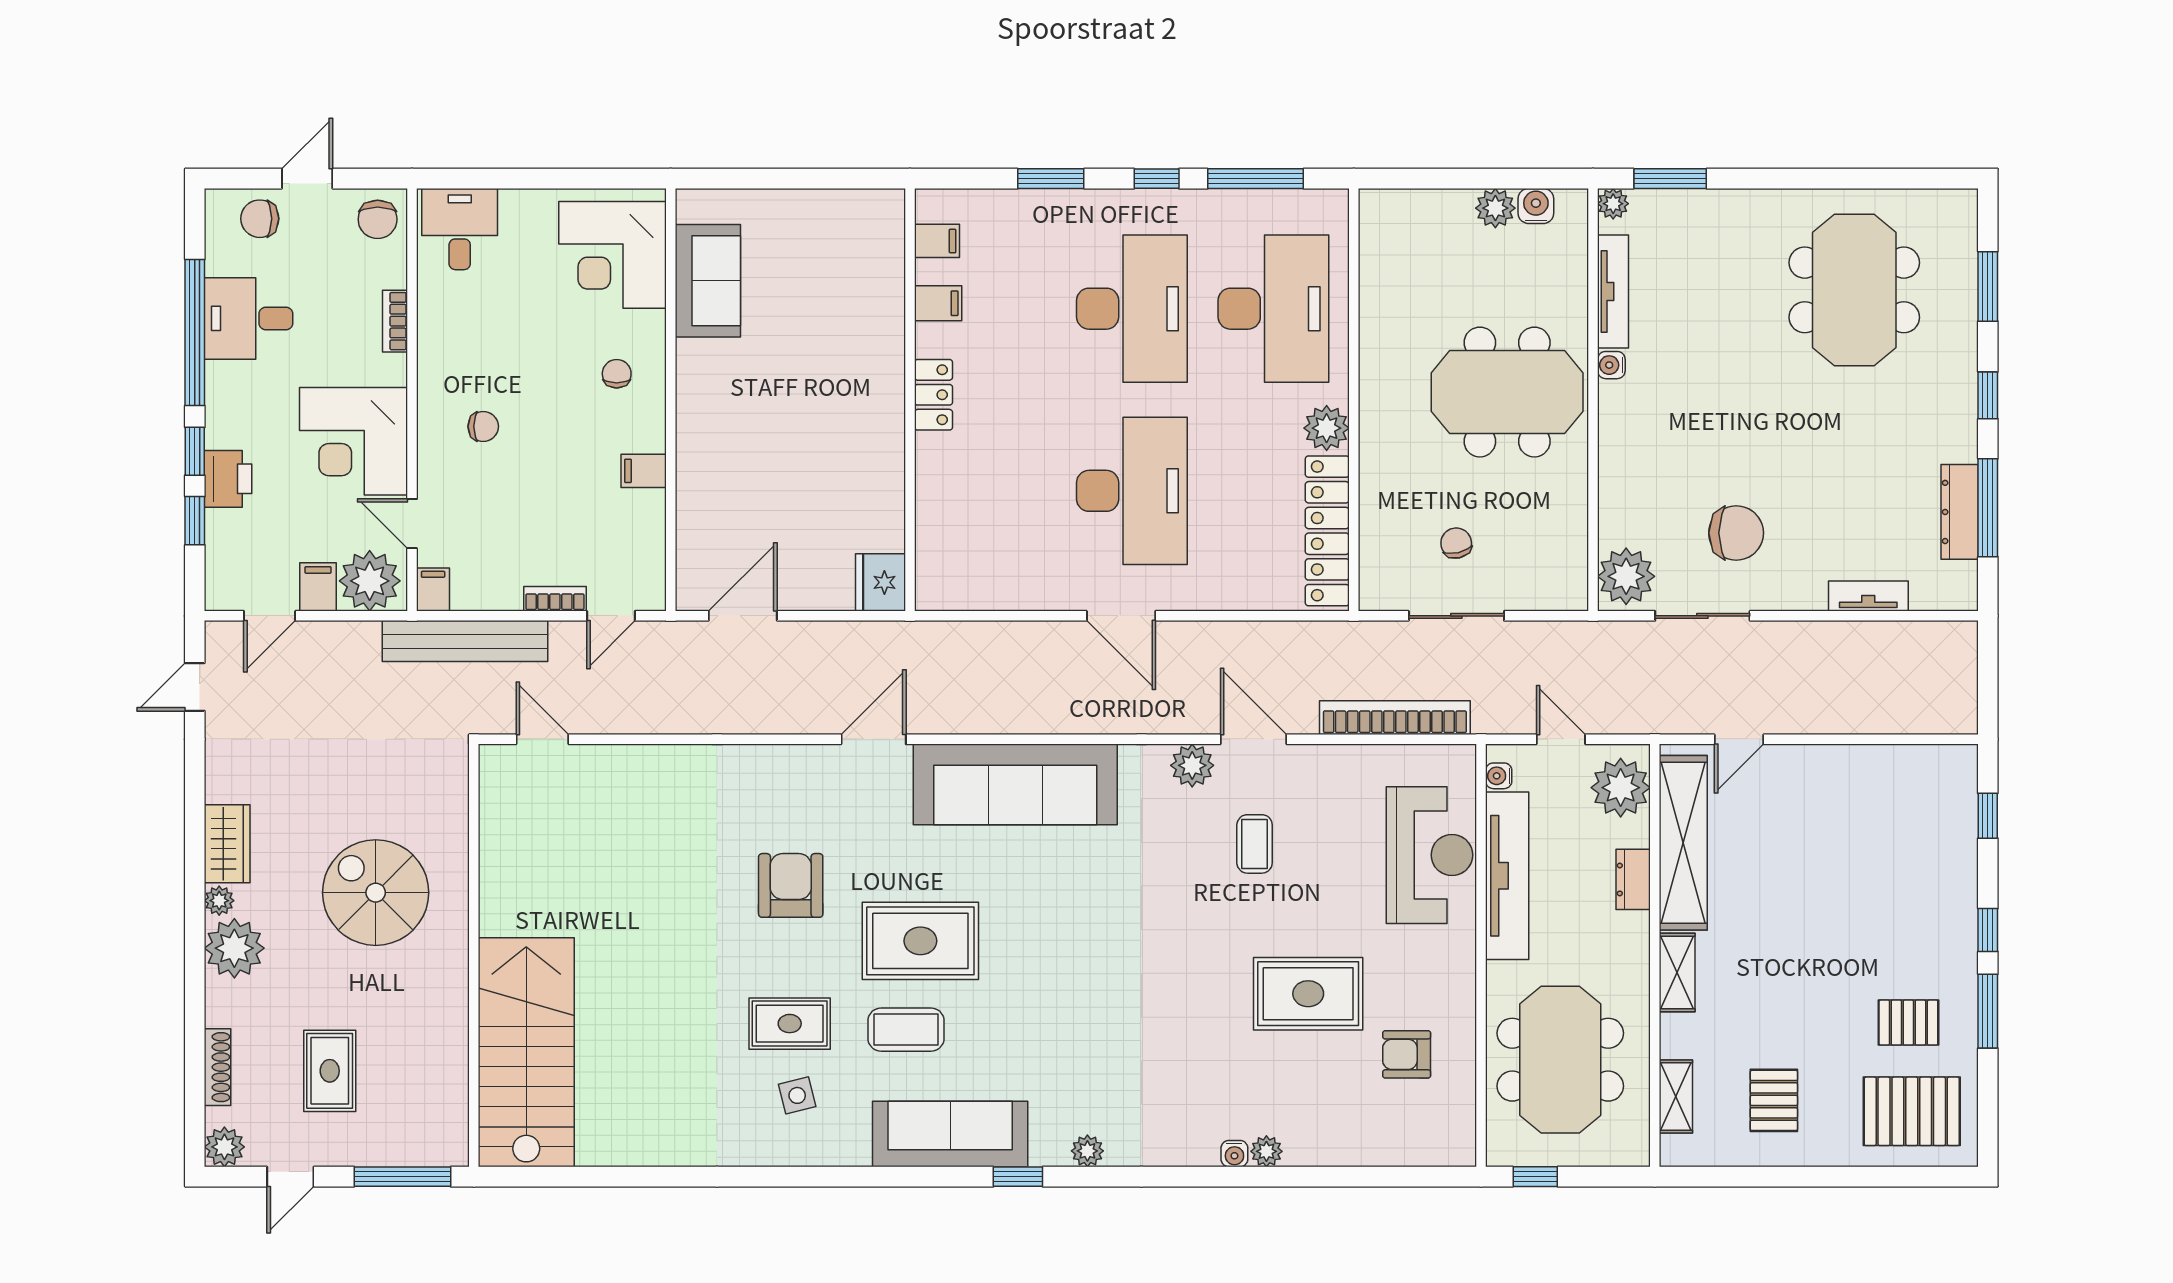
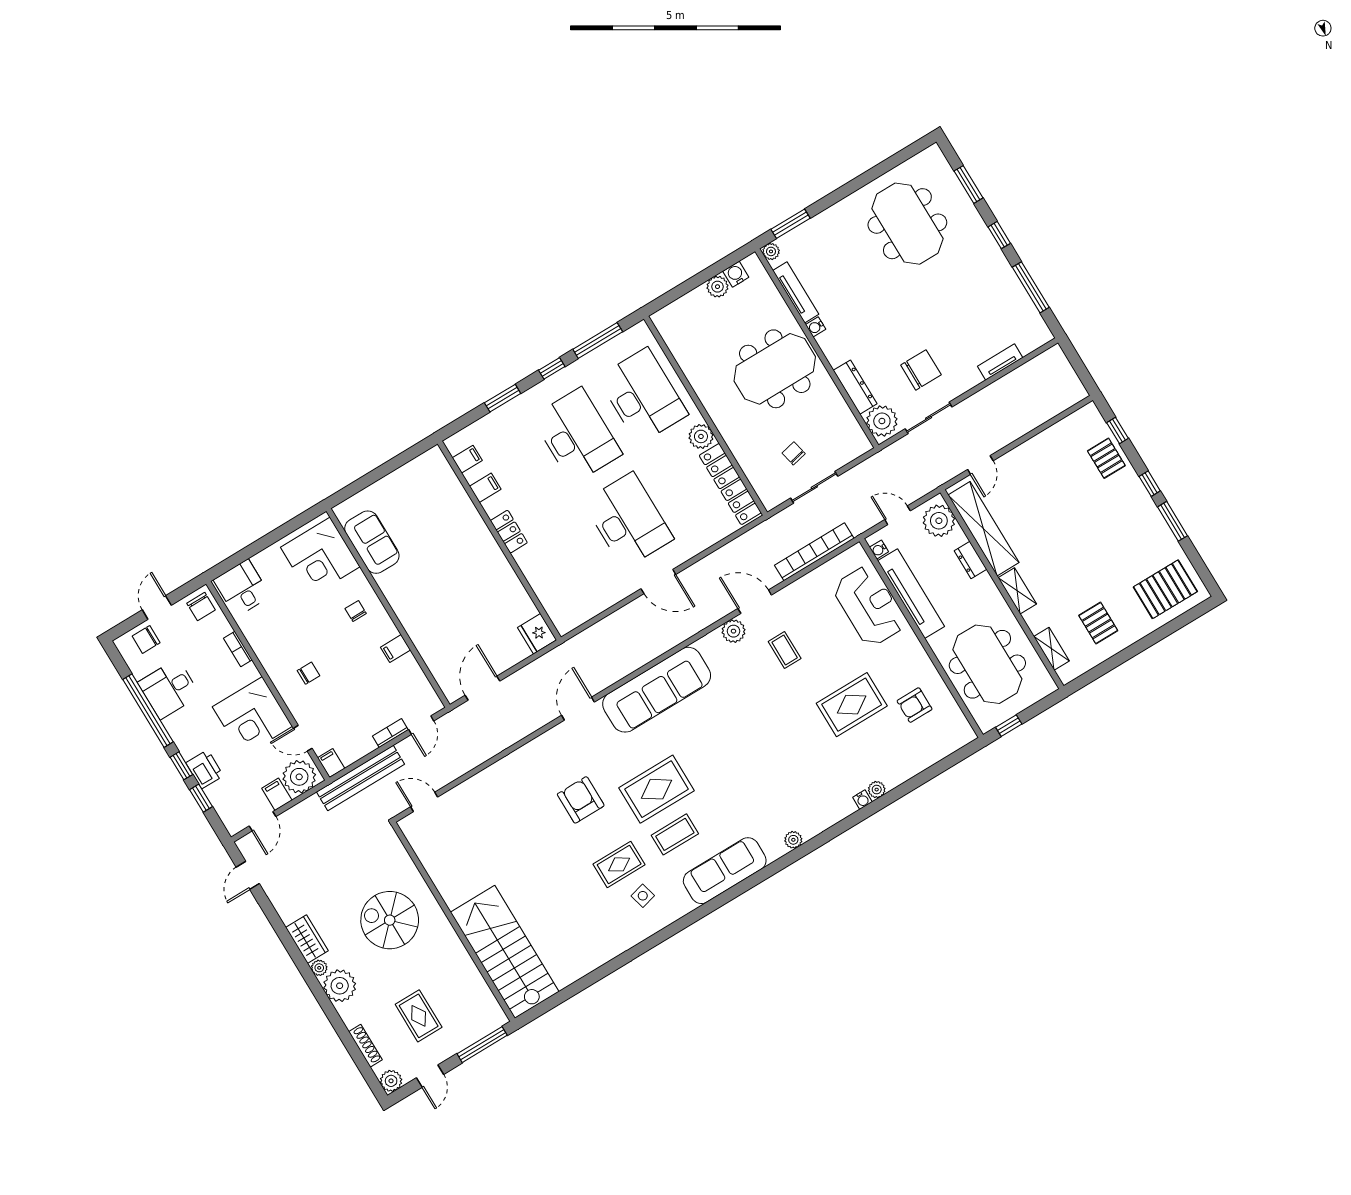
dresser: (1960, 512) -> (855, 387), moved, turned 180
pallet: (1908, 1023) -> (1106, 458), moved, turned 90
window: (1018, 1177) -> (768, 871), removed

